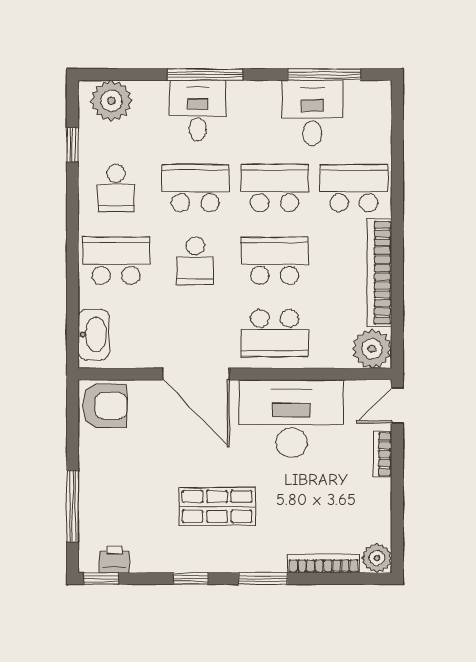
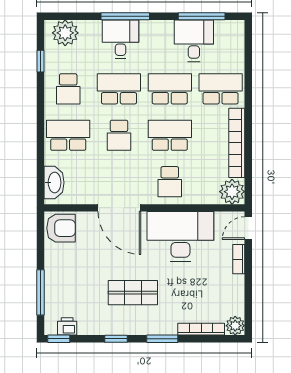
school desk: (275, 333) -> (170, 182), width x0.54

